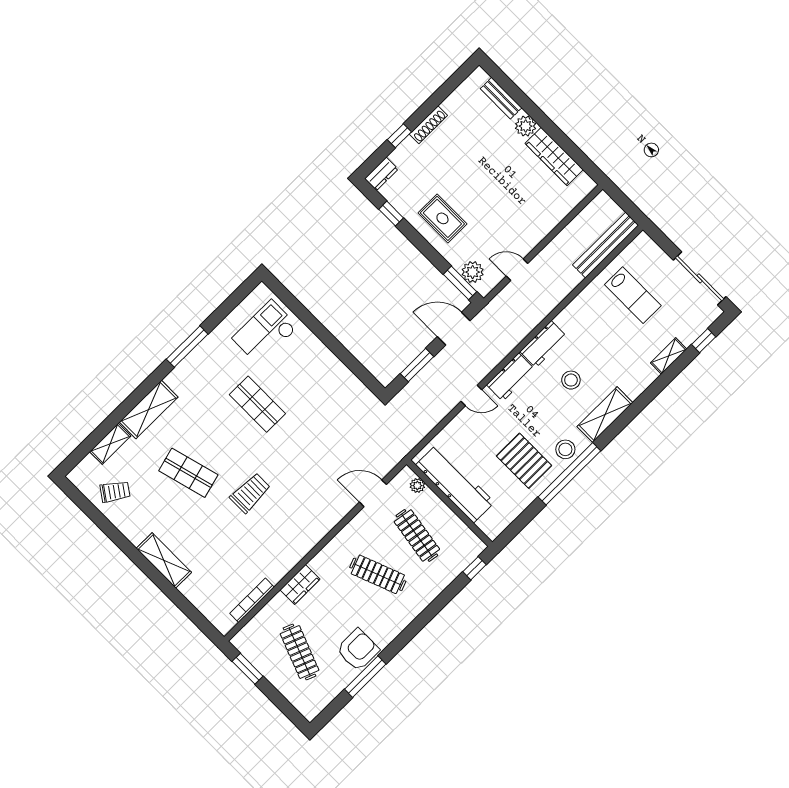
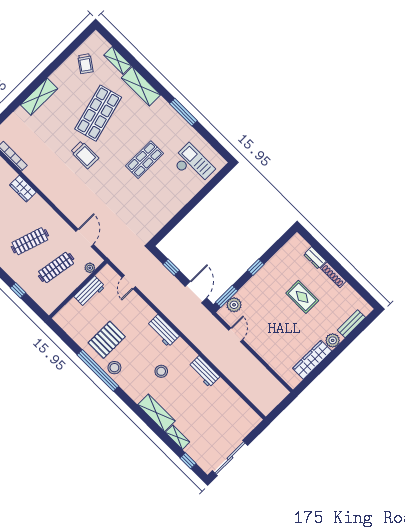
window: (399, 136) -> (326, 255), removed
dresser: (381, 174) -> (315, 258), moved
window: (391, 214) -> (256, 267), moved
rug: (442, 218) -> (302, 297), moved, turned 90
bench: (606, 245) -> (252, 395), removed
lab bench: (633, 295) -> (219, 413), removed
workbench: (543, 344) -> (204, 371), moved
window: (417, 365) -> (171, 267), width x0.67
door: (471, 396) -> (129, 282), moved
shelving: (605, 415) -> (156, 413), moved
shop shelf: (188, 473) -> (98, 113), width x1.43, depth x1.36
workbench: (455, 484) -> (89, 291), width x0.53, depth x0.76
window: (474, 568) -> (18, 290), moved
clothes rail: (378, 574) -> (30, 241), turned 39

